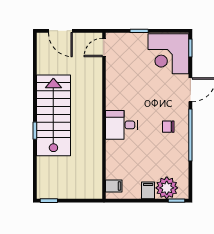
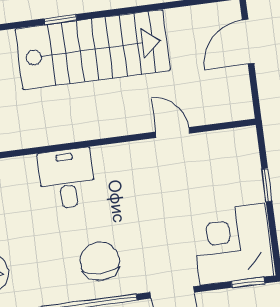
door: (104, 48) -> (173, 133), moved
desk: (121, 125) -> (67, 179), moved
chair: (168, 127) -> (100, 261), width x1.87, depth x1.87

